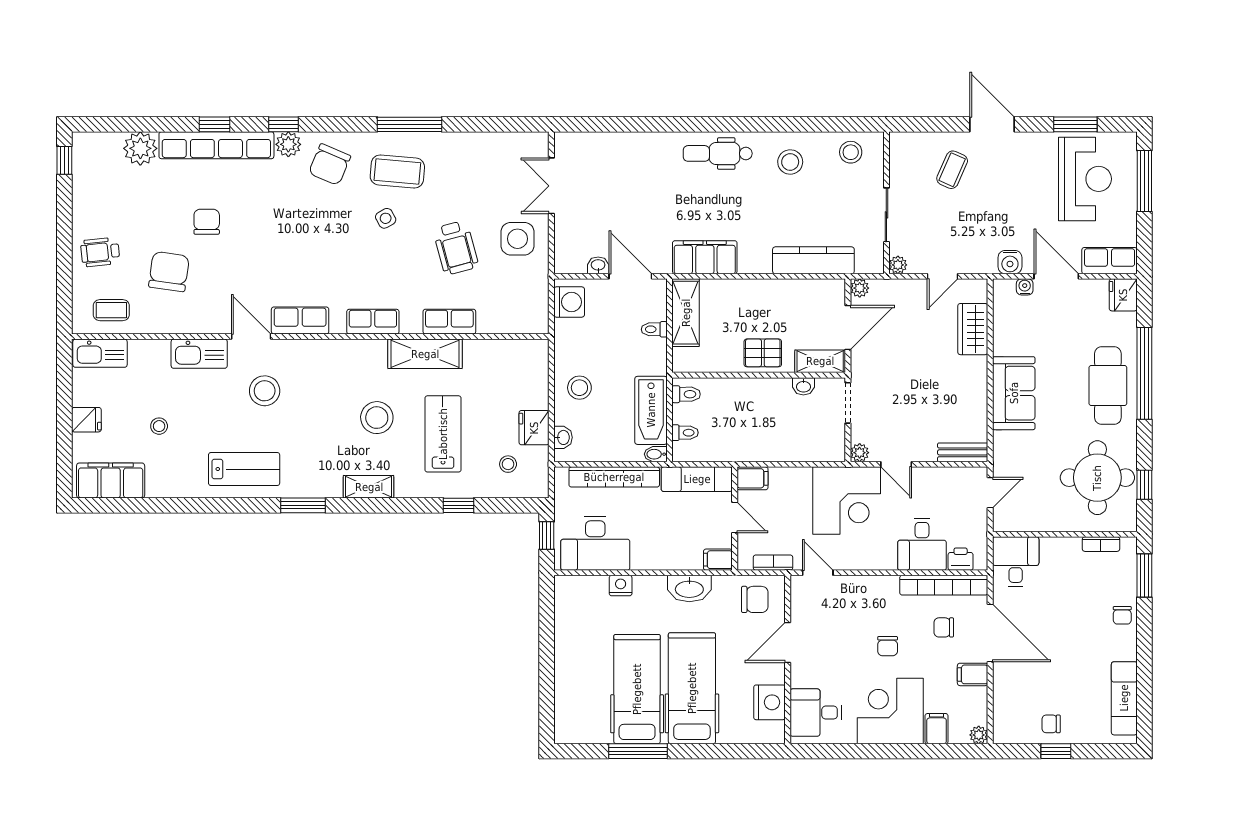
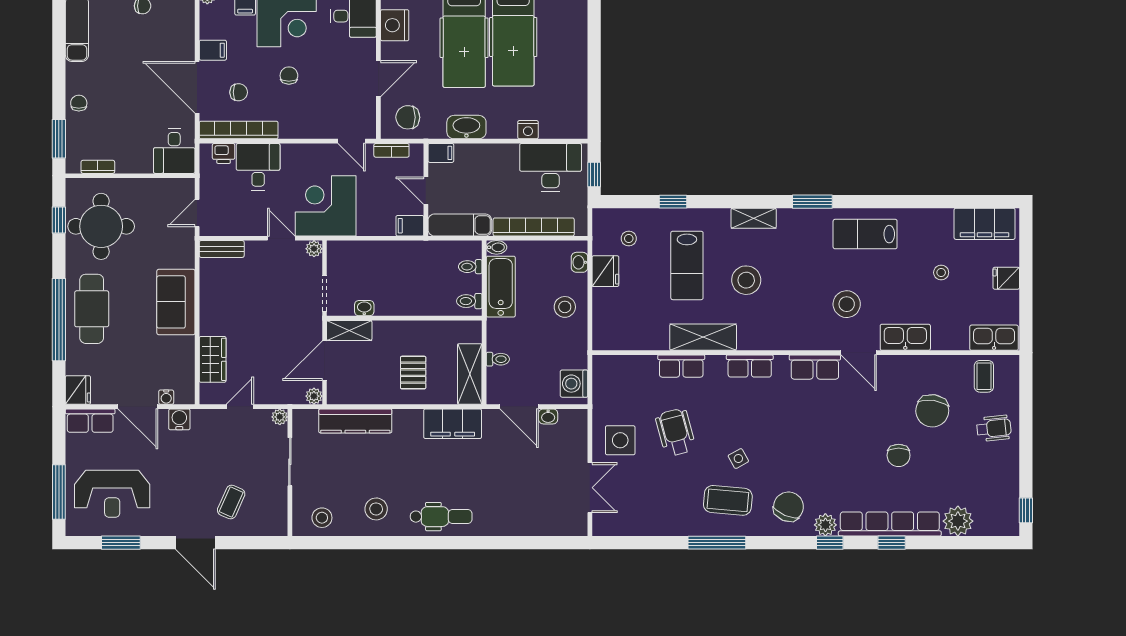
reception desk: (1085, 179) -> (112, 494), turned -90
coffee table: (111, 310) -> (984, 376), turned 90
pallet: (763, 353) -> (413, 373), moved, turned 90

